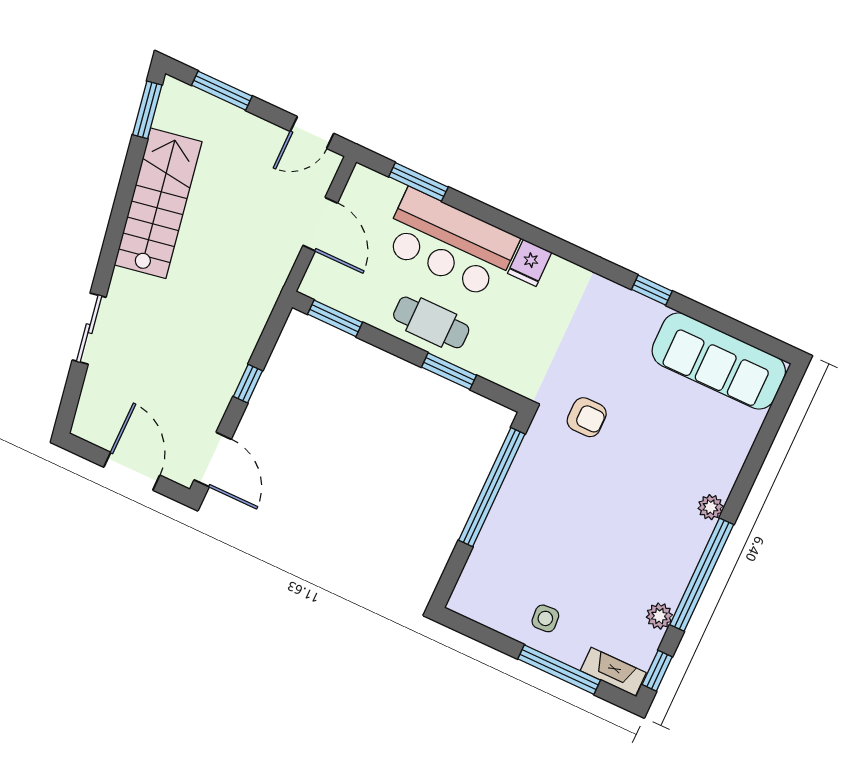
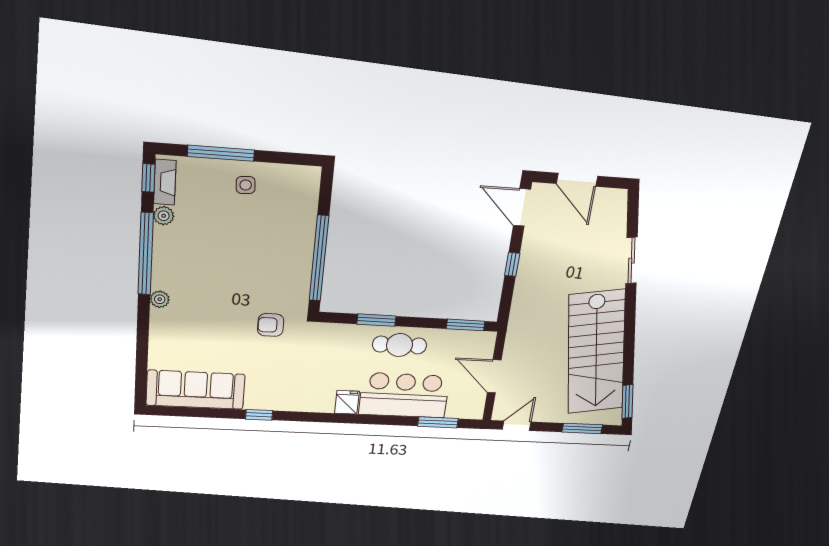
stairs: (158, 203) -> (596, 352), width x1.36, depth x1.51
fireplace: (613, 672) -> (165, 182), moved, turned -90

